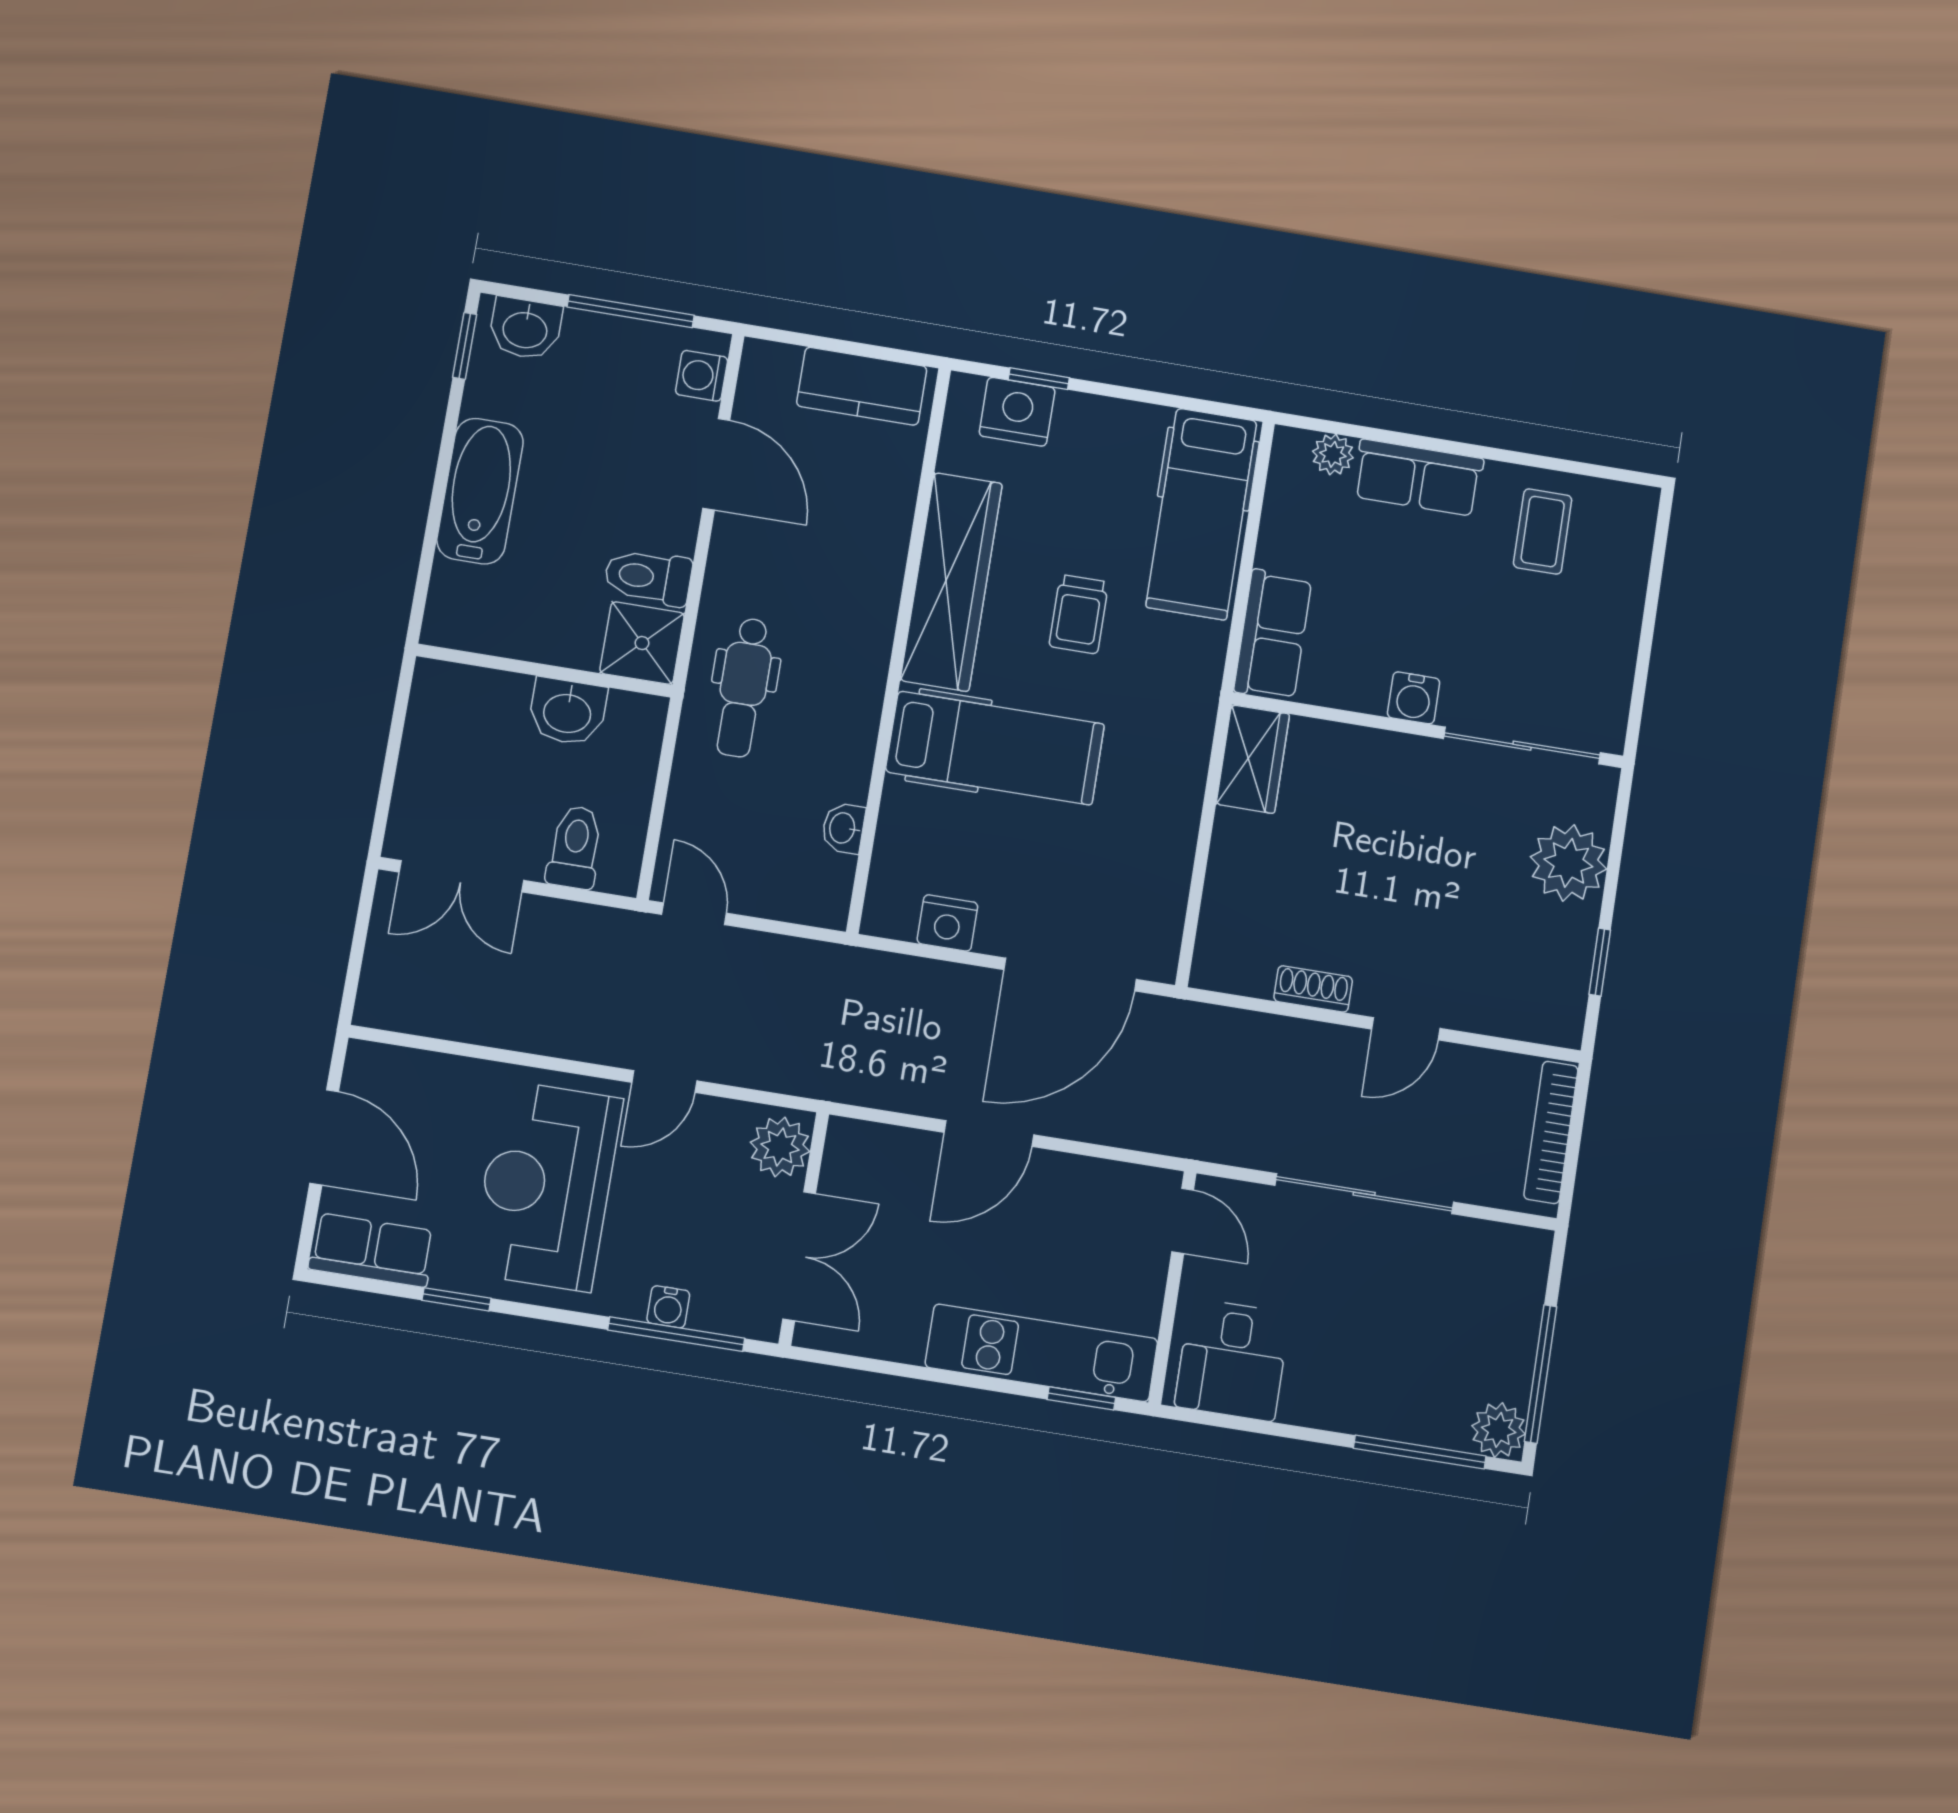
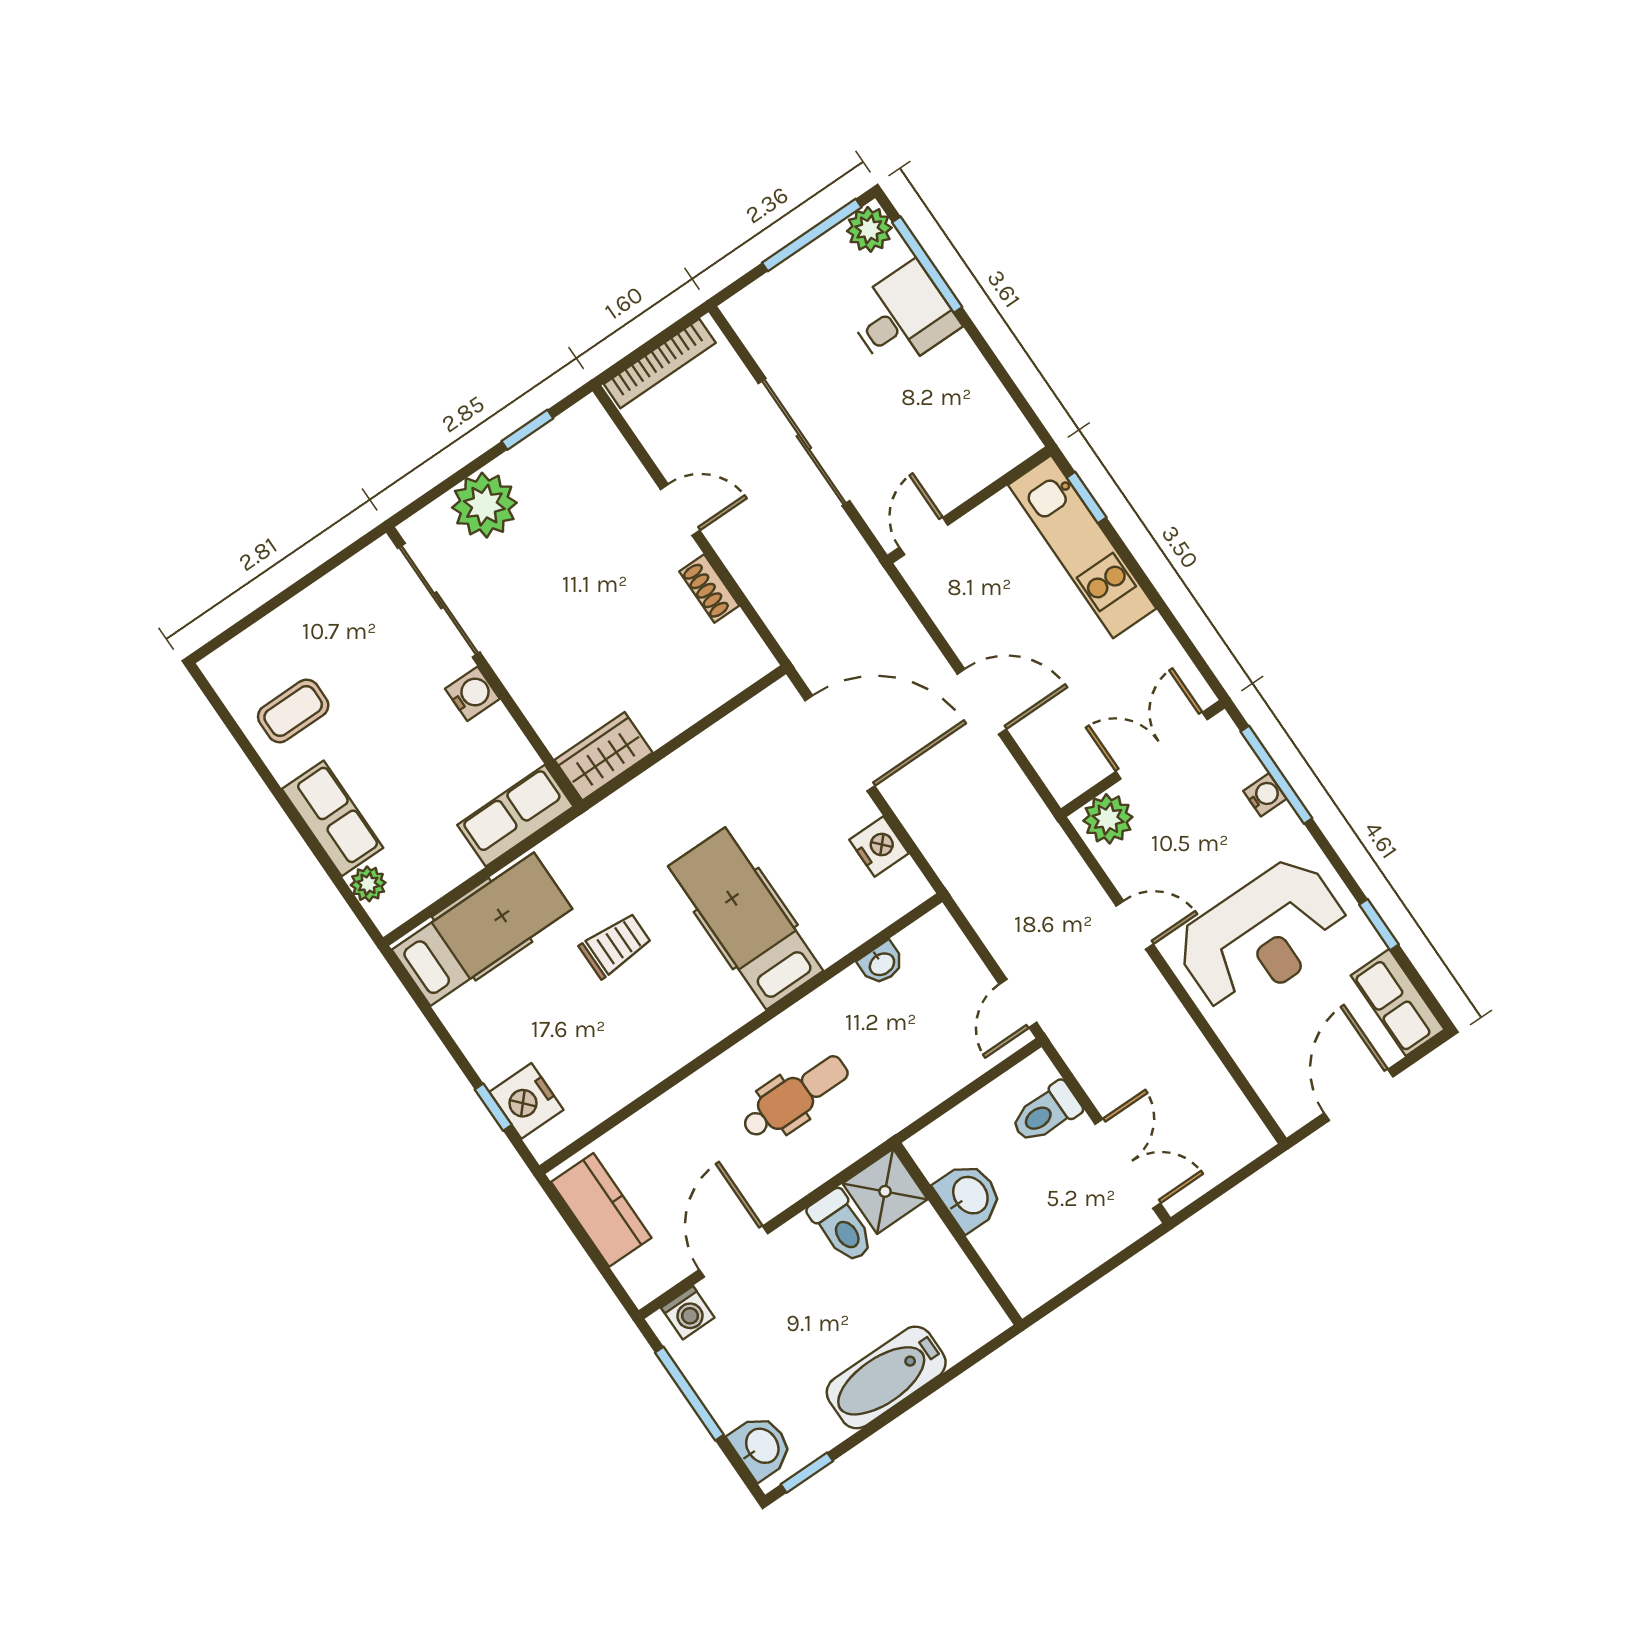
wardrobe: (951, 582) -> (669, 1041), removed
dental chair: (743, 687) -> (795, 1097), moved
desk: (1232, 1360) -> (902, 317), moved

